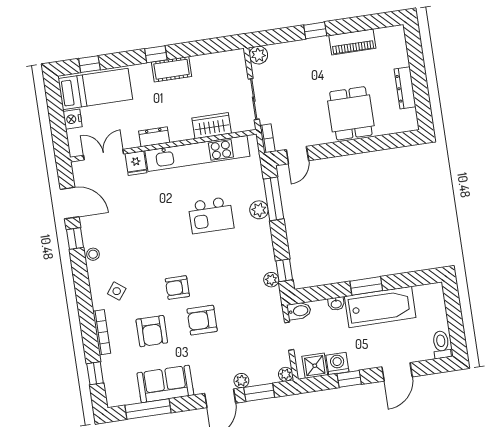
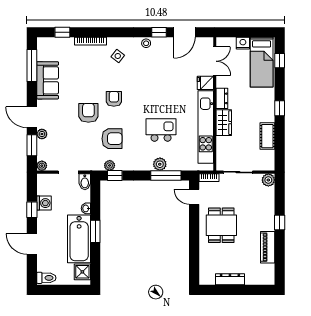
cot: (172, 69) -> (267, 136), moved
dining table: (351, 113) -> (221, 225), moved, turned 90
wardrobe: (212, 126) -> (224, 123), moved
kitchen island: (211, 215) -> (161, 130), turned 90
armchair: (152, 331) -> (112, 139), moved, turned 180
shower: (315, 366) -> (82, 272), moved

